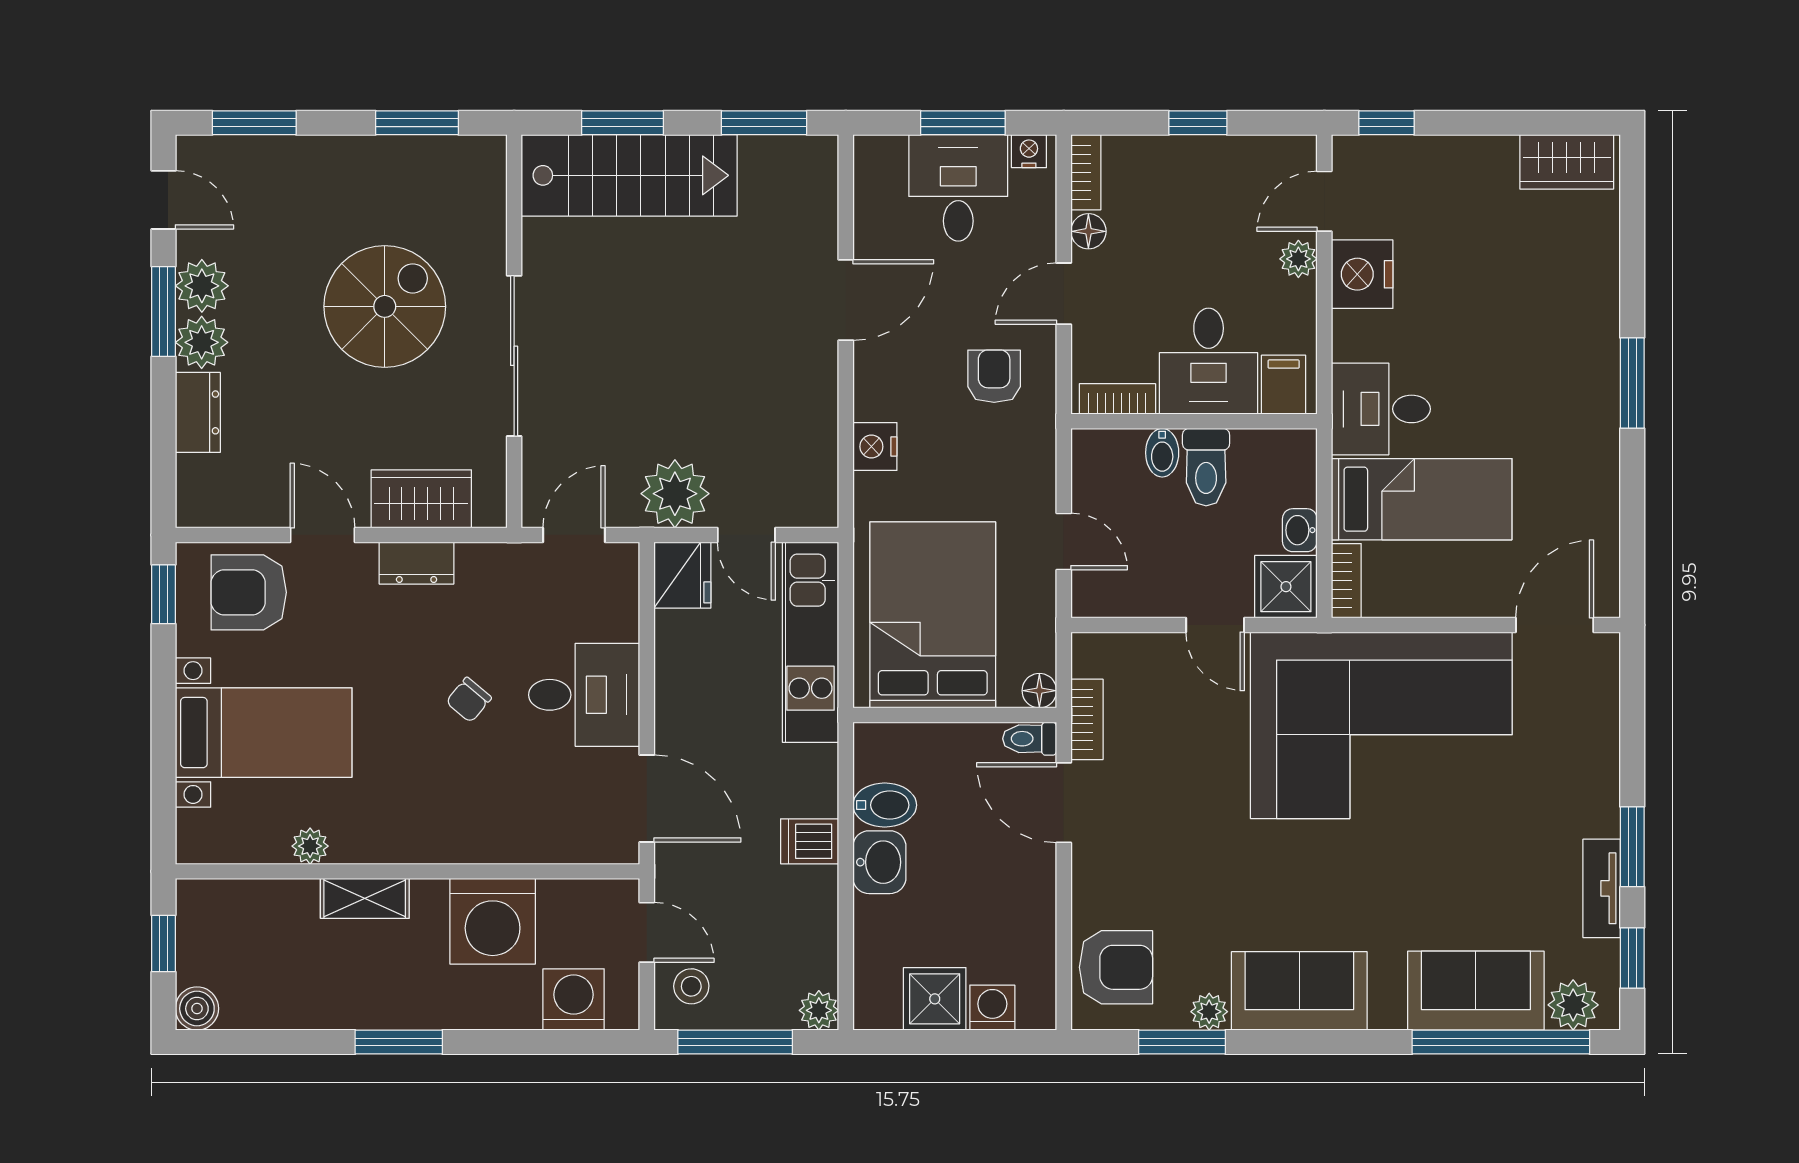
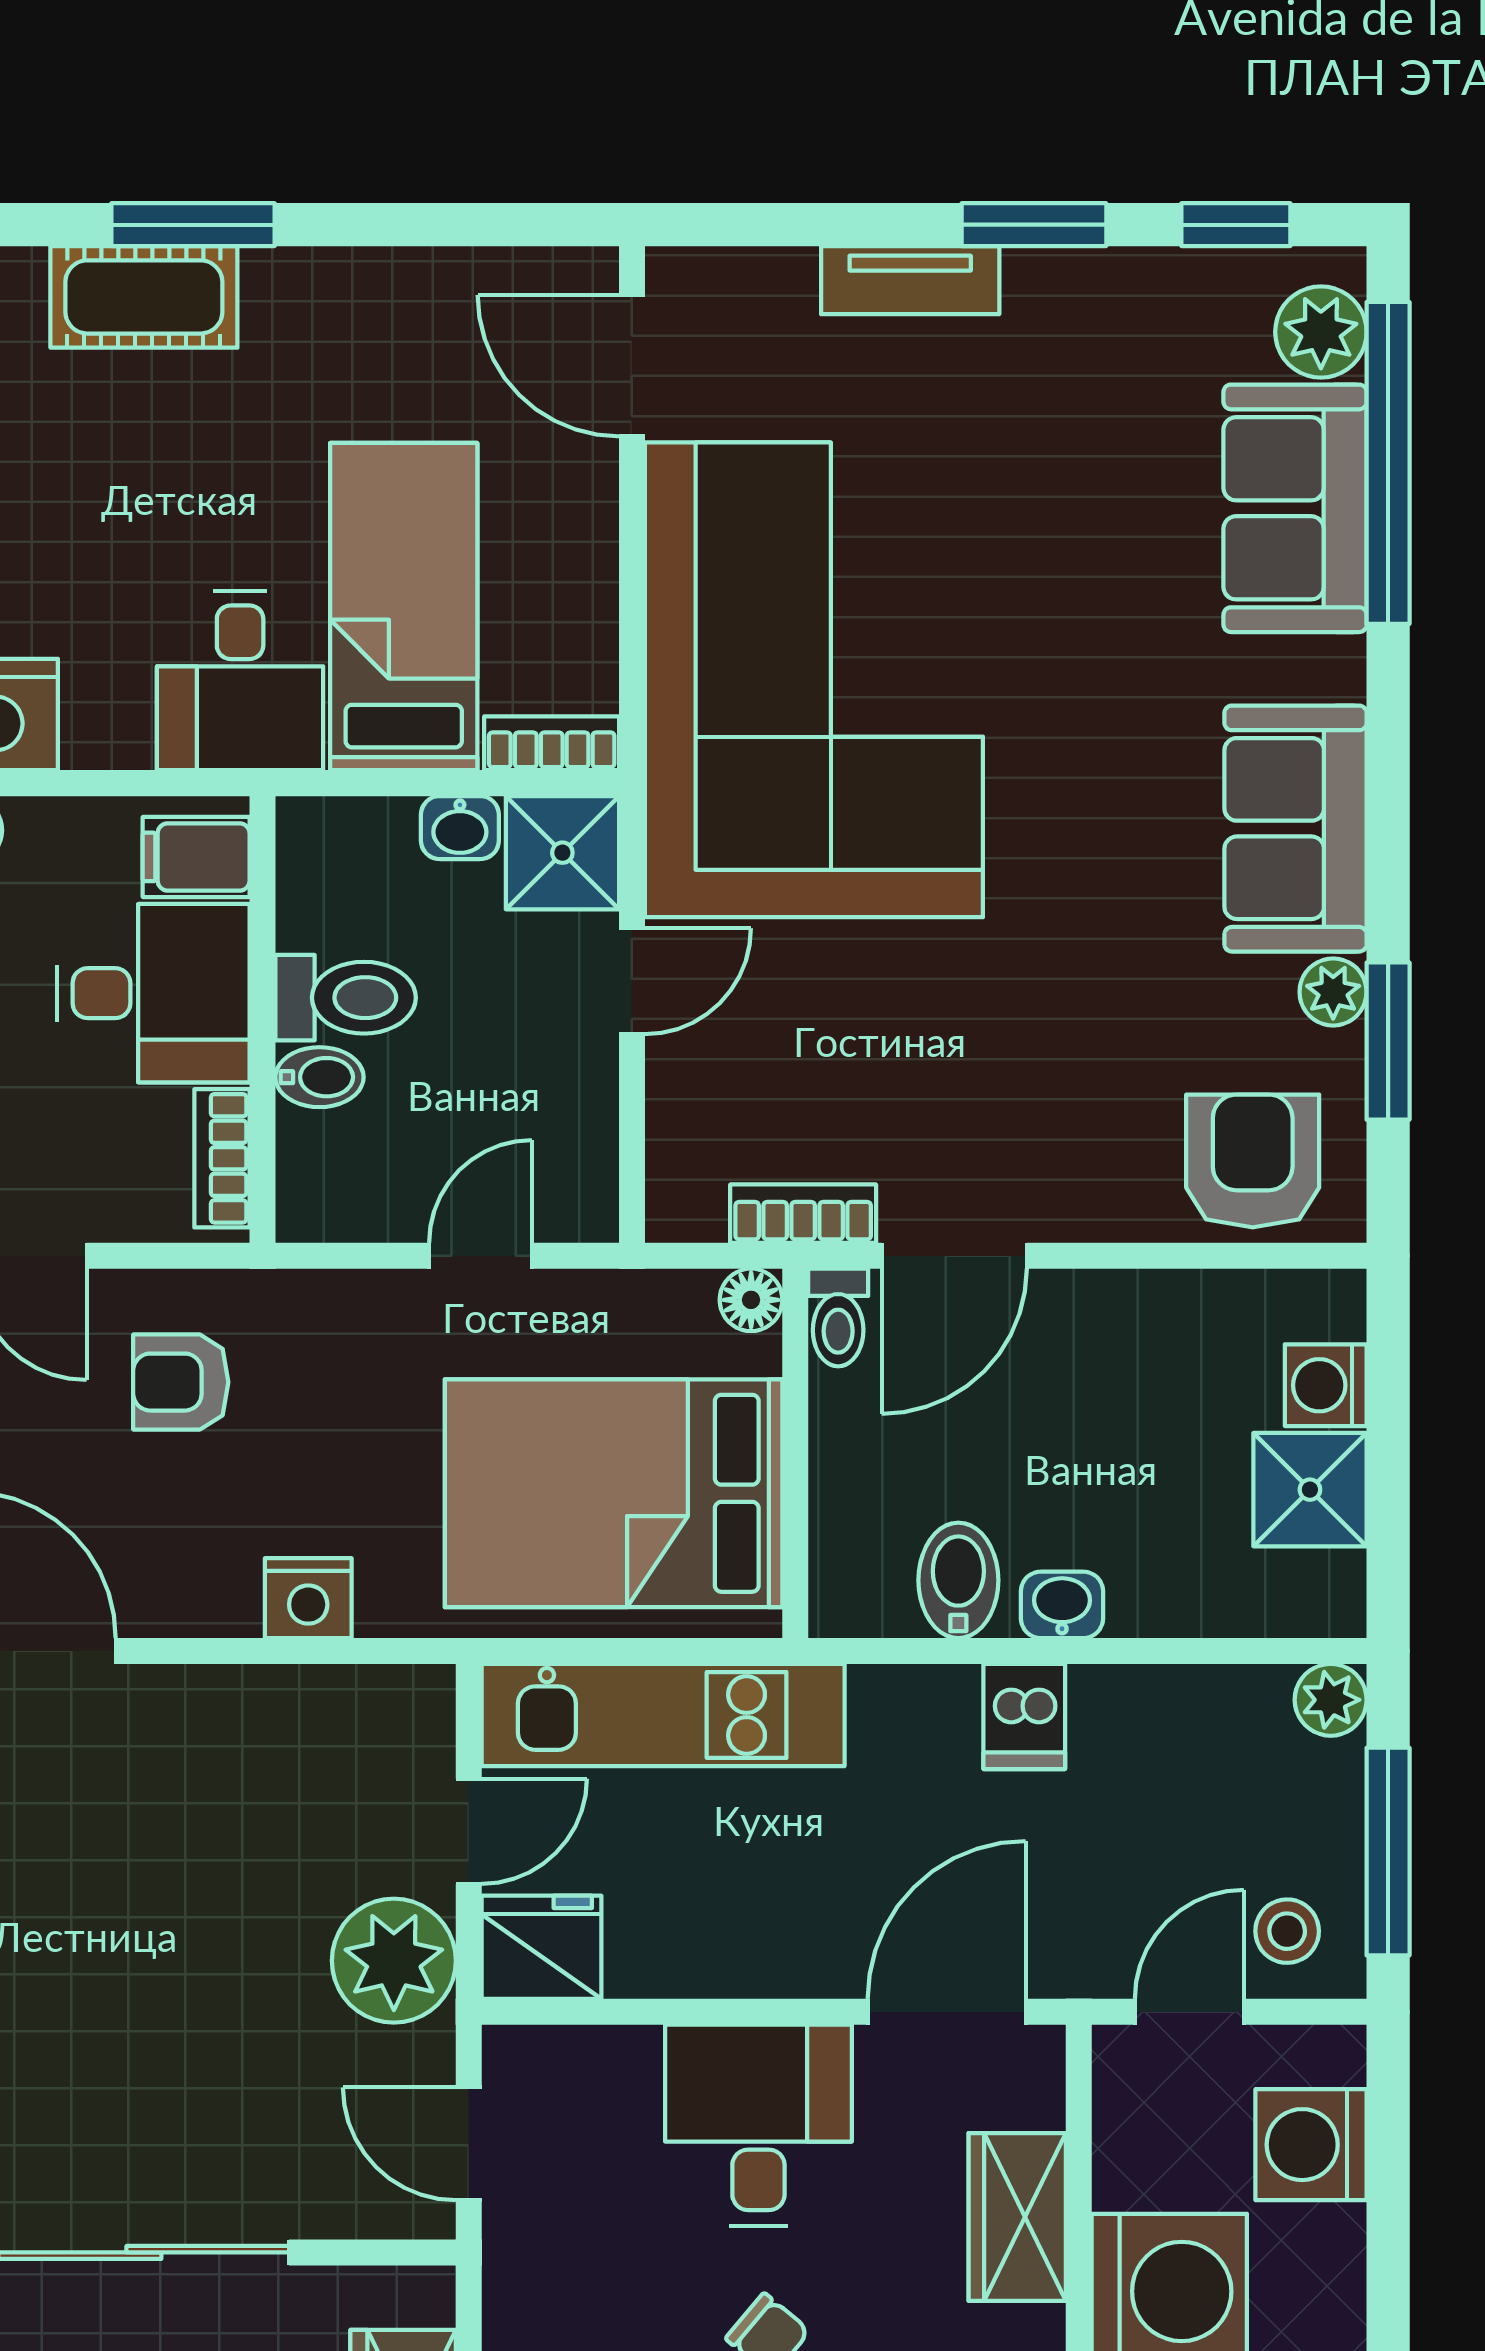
cot: (1592, 356) -> (144, 297), added
wardrobe: (534, 837) -> (1017, 2217), added
washbasin: (879, 862) -> (1062, 1605), width x0.72, depth x0.69
tv unit: (1602, 888) -> (910, 280), moved

